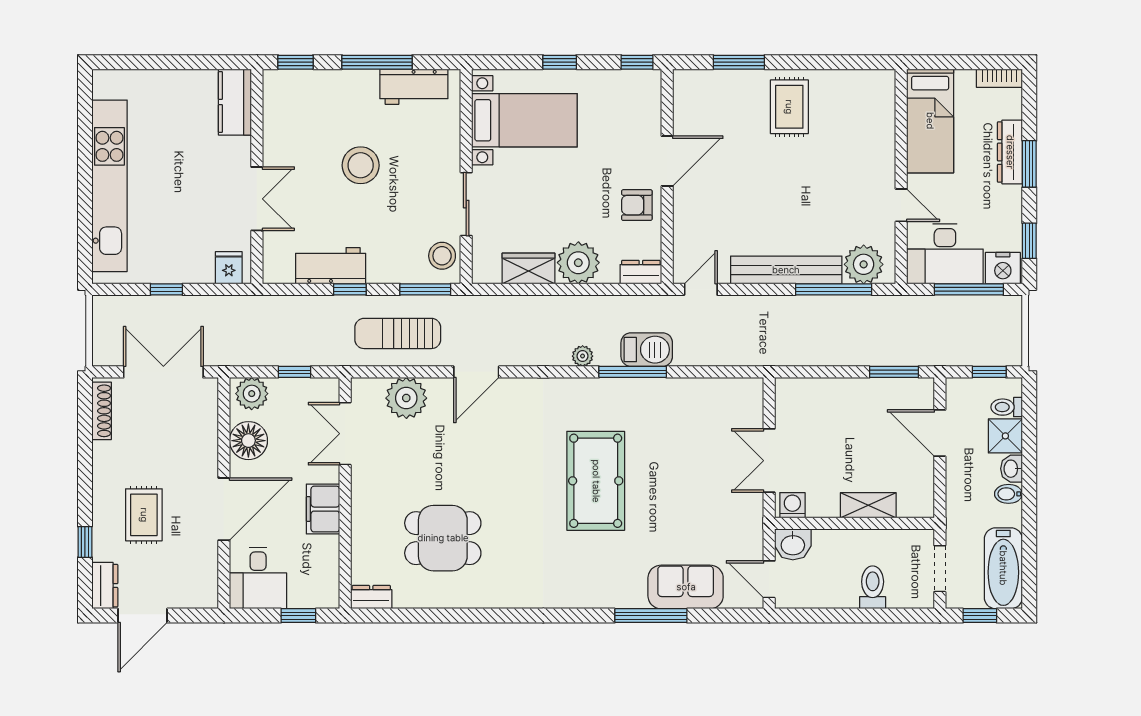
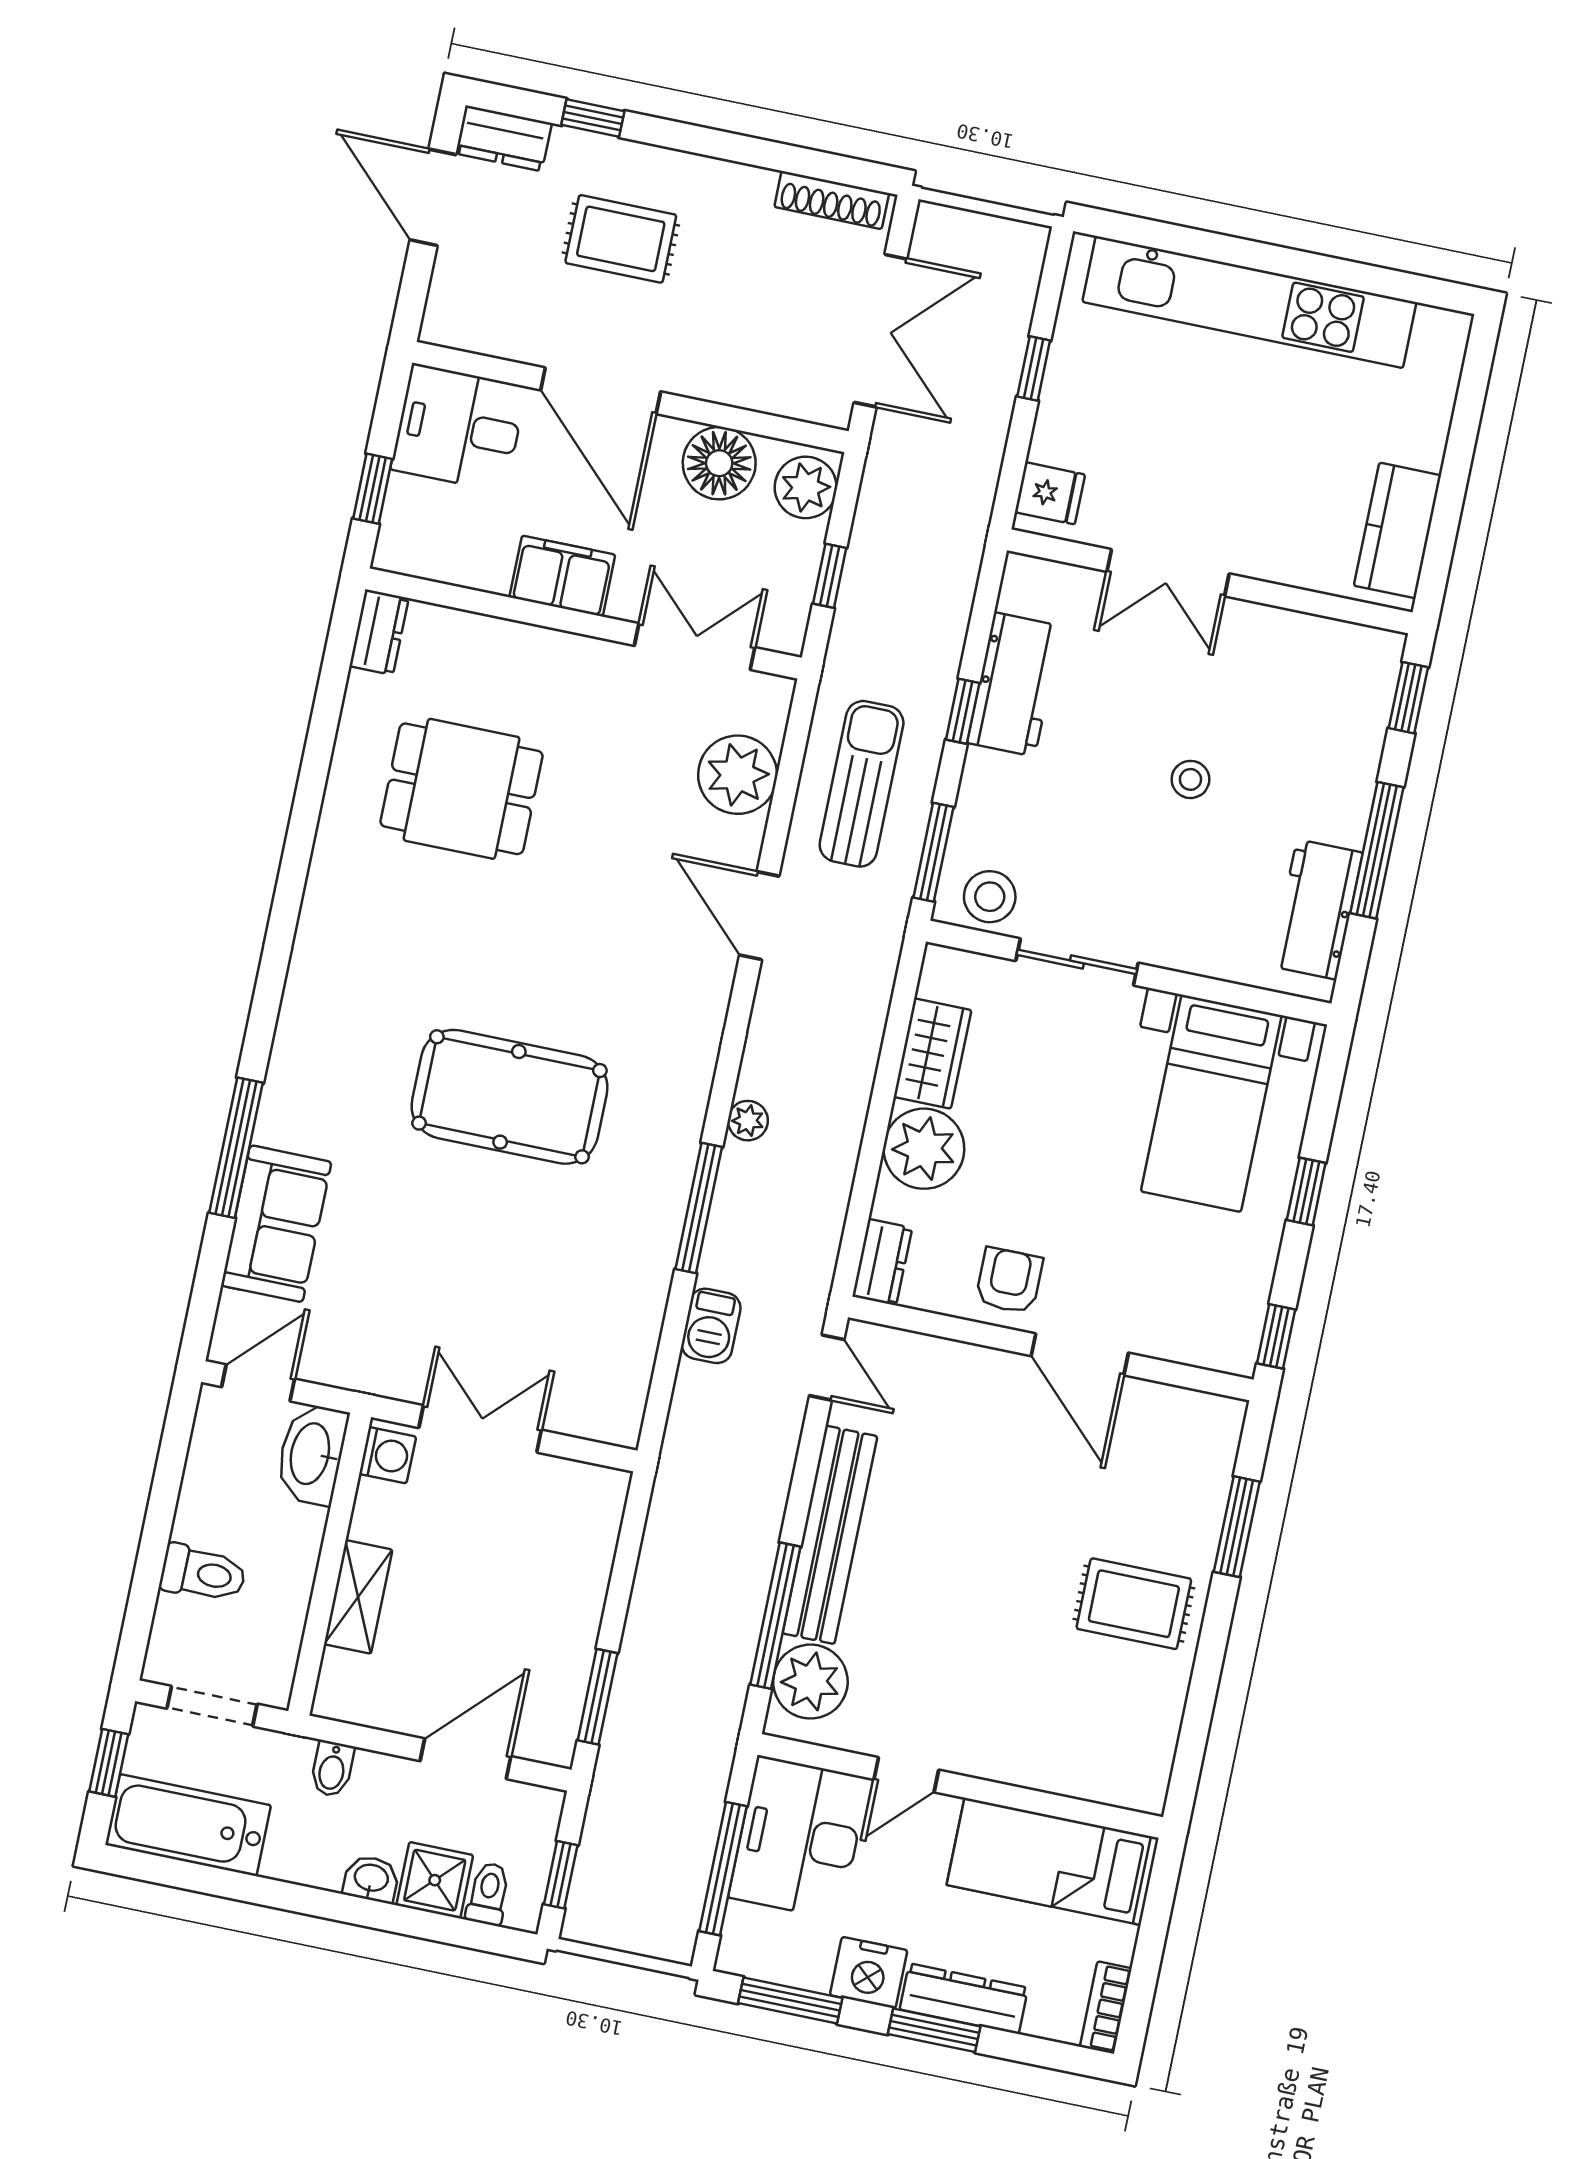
kitchen counter: (235, 102) -> (1397, 530), moved, turned -90
stool: (361, 165) -> (1190, 779), width x0.53, depth x0.53
window: (1029, 241) -> (790, 2000), width x1.50
nightstand: (1003, 268) -> (869, 1973), moved, turned -90
barbecue: (647, 350) -> (711, 1326), moved, width x0.73, depth x0.79
bidet: (1008, 494) -> (332, 1769), moved, turned 180
dining table: (443, 538) -> (462, 789), turned 90
washbasin: (793, 544) -> (312, 1454), width x1.38

